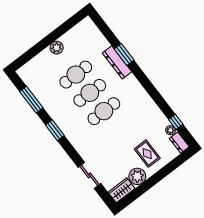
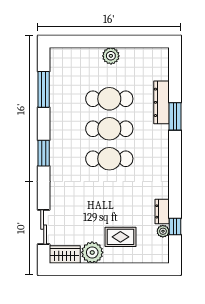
dresser: (117, 62) -> (161, 102), moved
window: (55, 130) -> (44, 153), moved
dresser: (179, 143) -> (162, 211), moved
rug: (147, 154) -> (120, 237), turned 90
sliding door: (89, 175) -> (44, 227), moved

